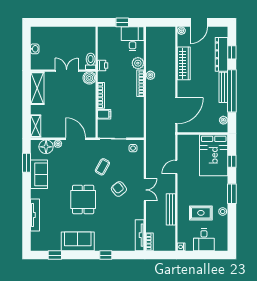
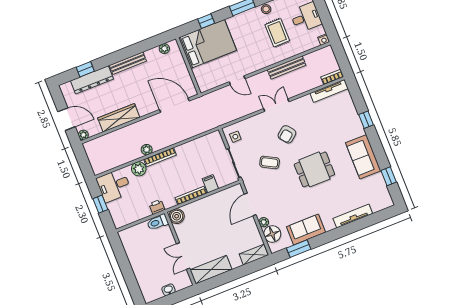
double door: (67, 71) -> (183, 256), moved
window: (232, 91) -> (128, 52), removed

